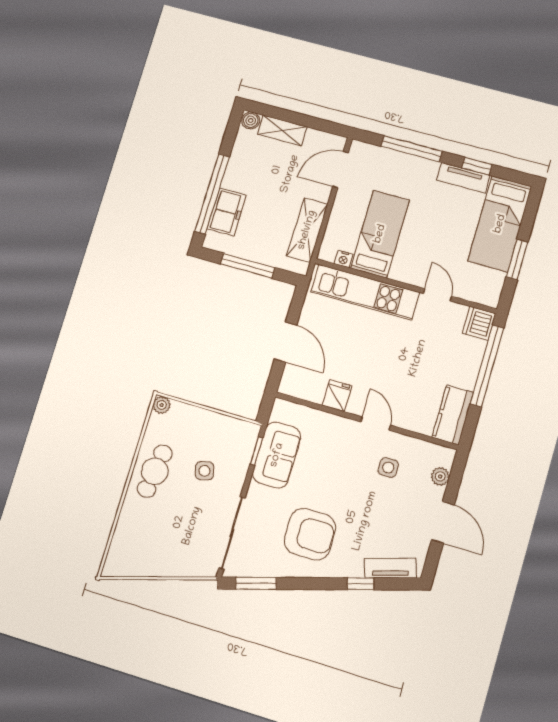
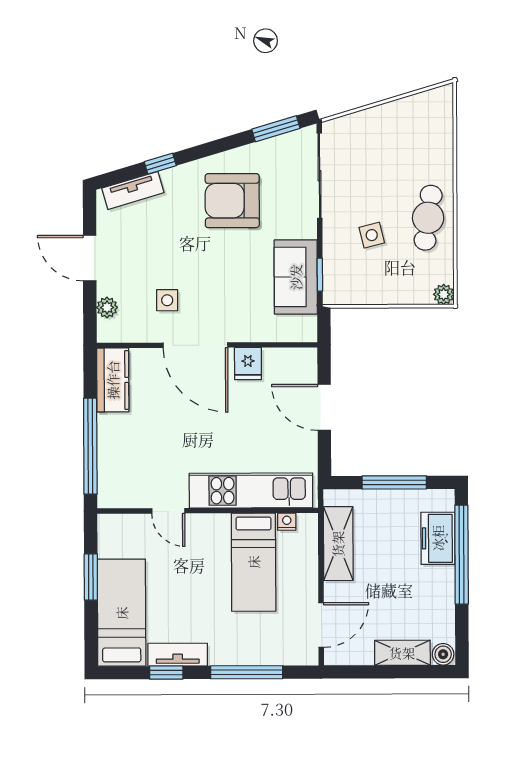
dishwasher: (479, 323) -> (113, 492), removed
door: (376, 423) -> (195, 345), width x1.88

